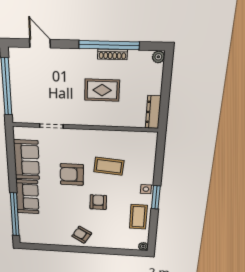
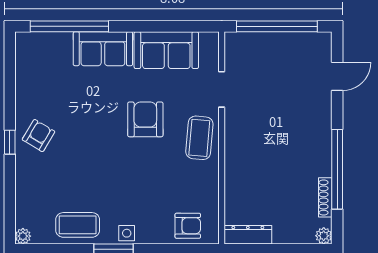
shoe rack: (112, 54) -> (325, 197), moved
rug: (102, 90) -> (277, 162), removed
coffee table: (109, 166) -> (199, 138), moved
armchair: (98, 202) -> (188, 226), moved
window: (86, 250) -> (10, 142), added

